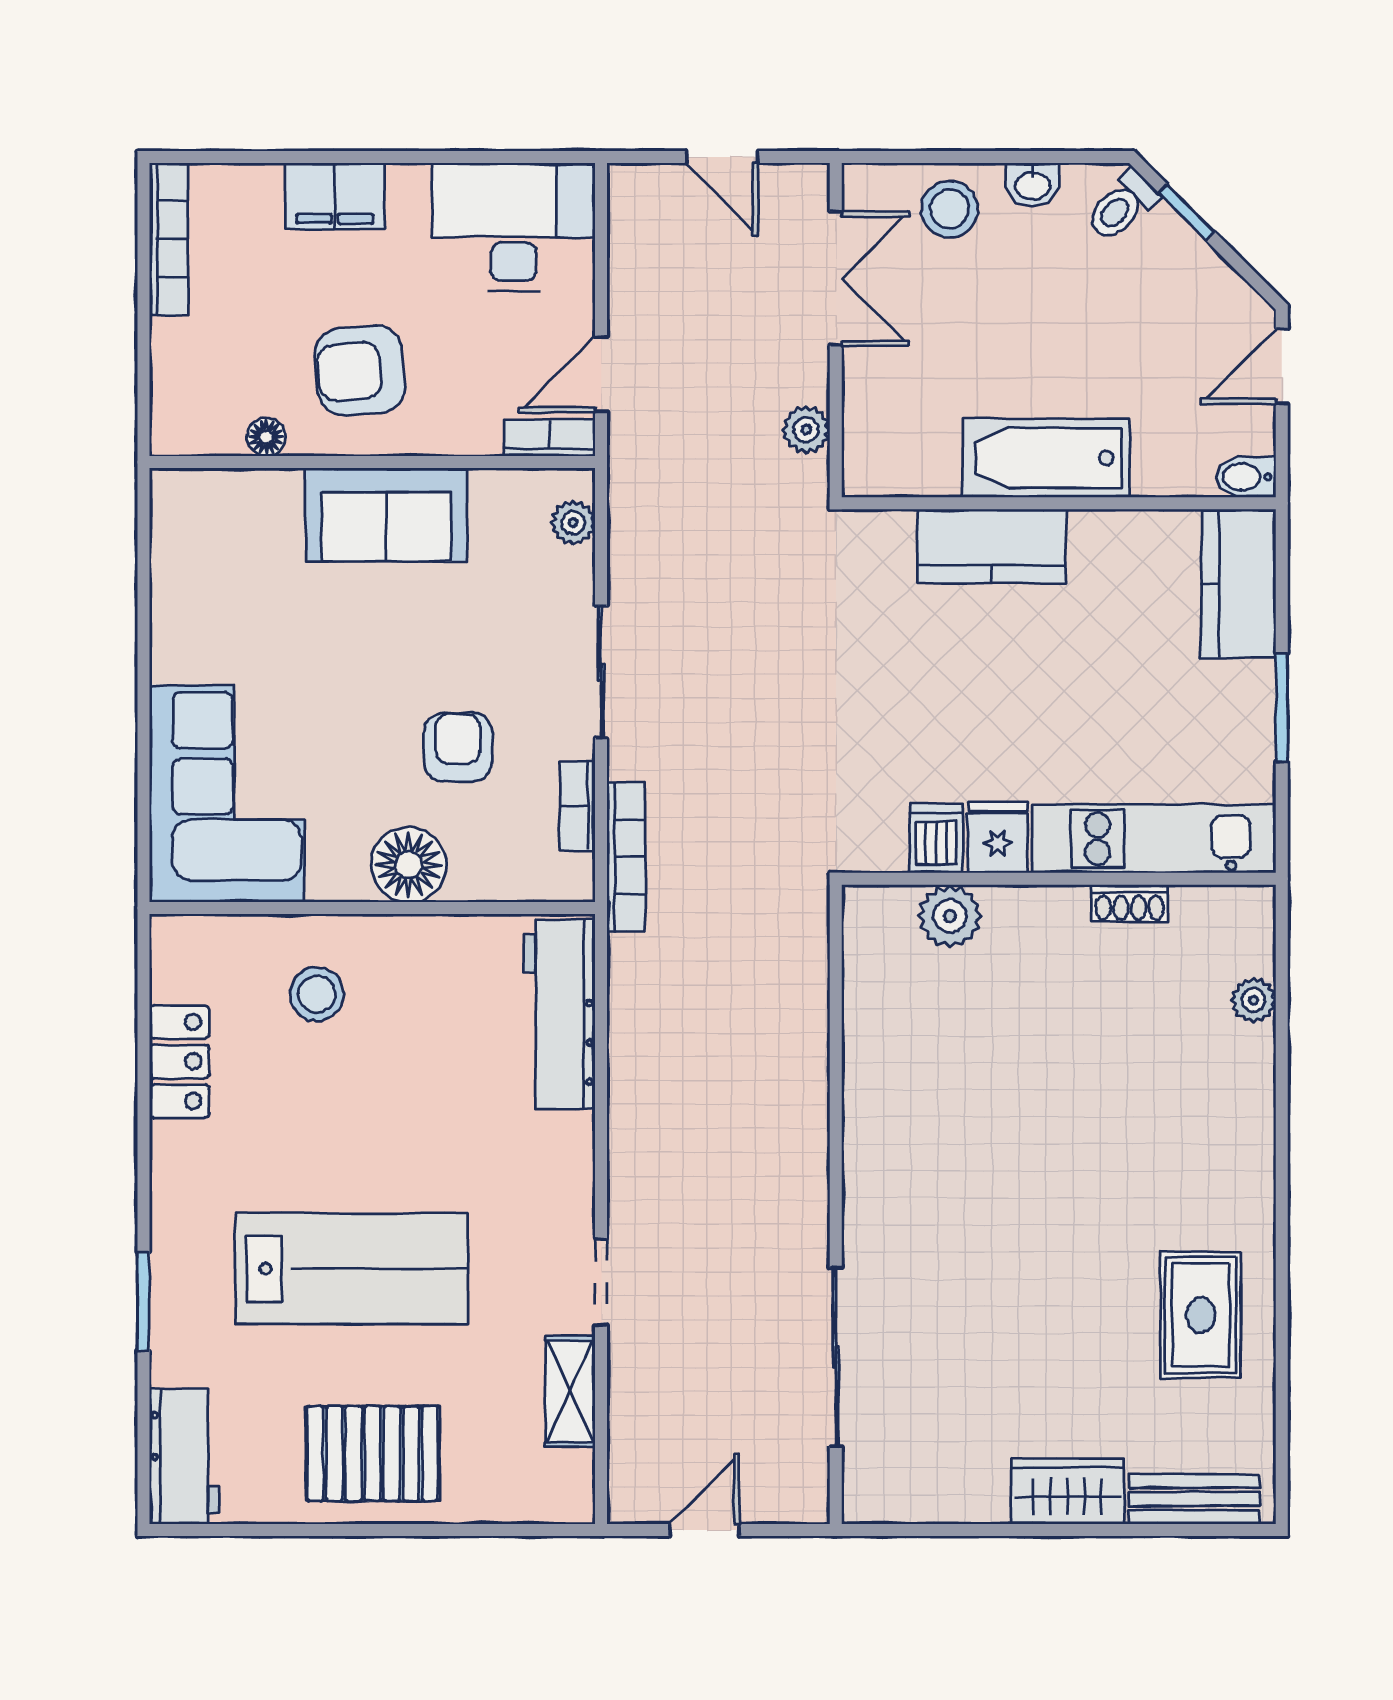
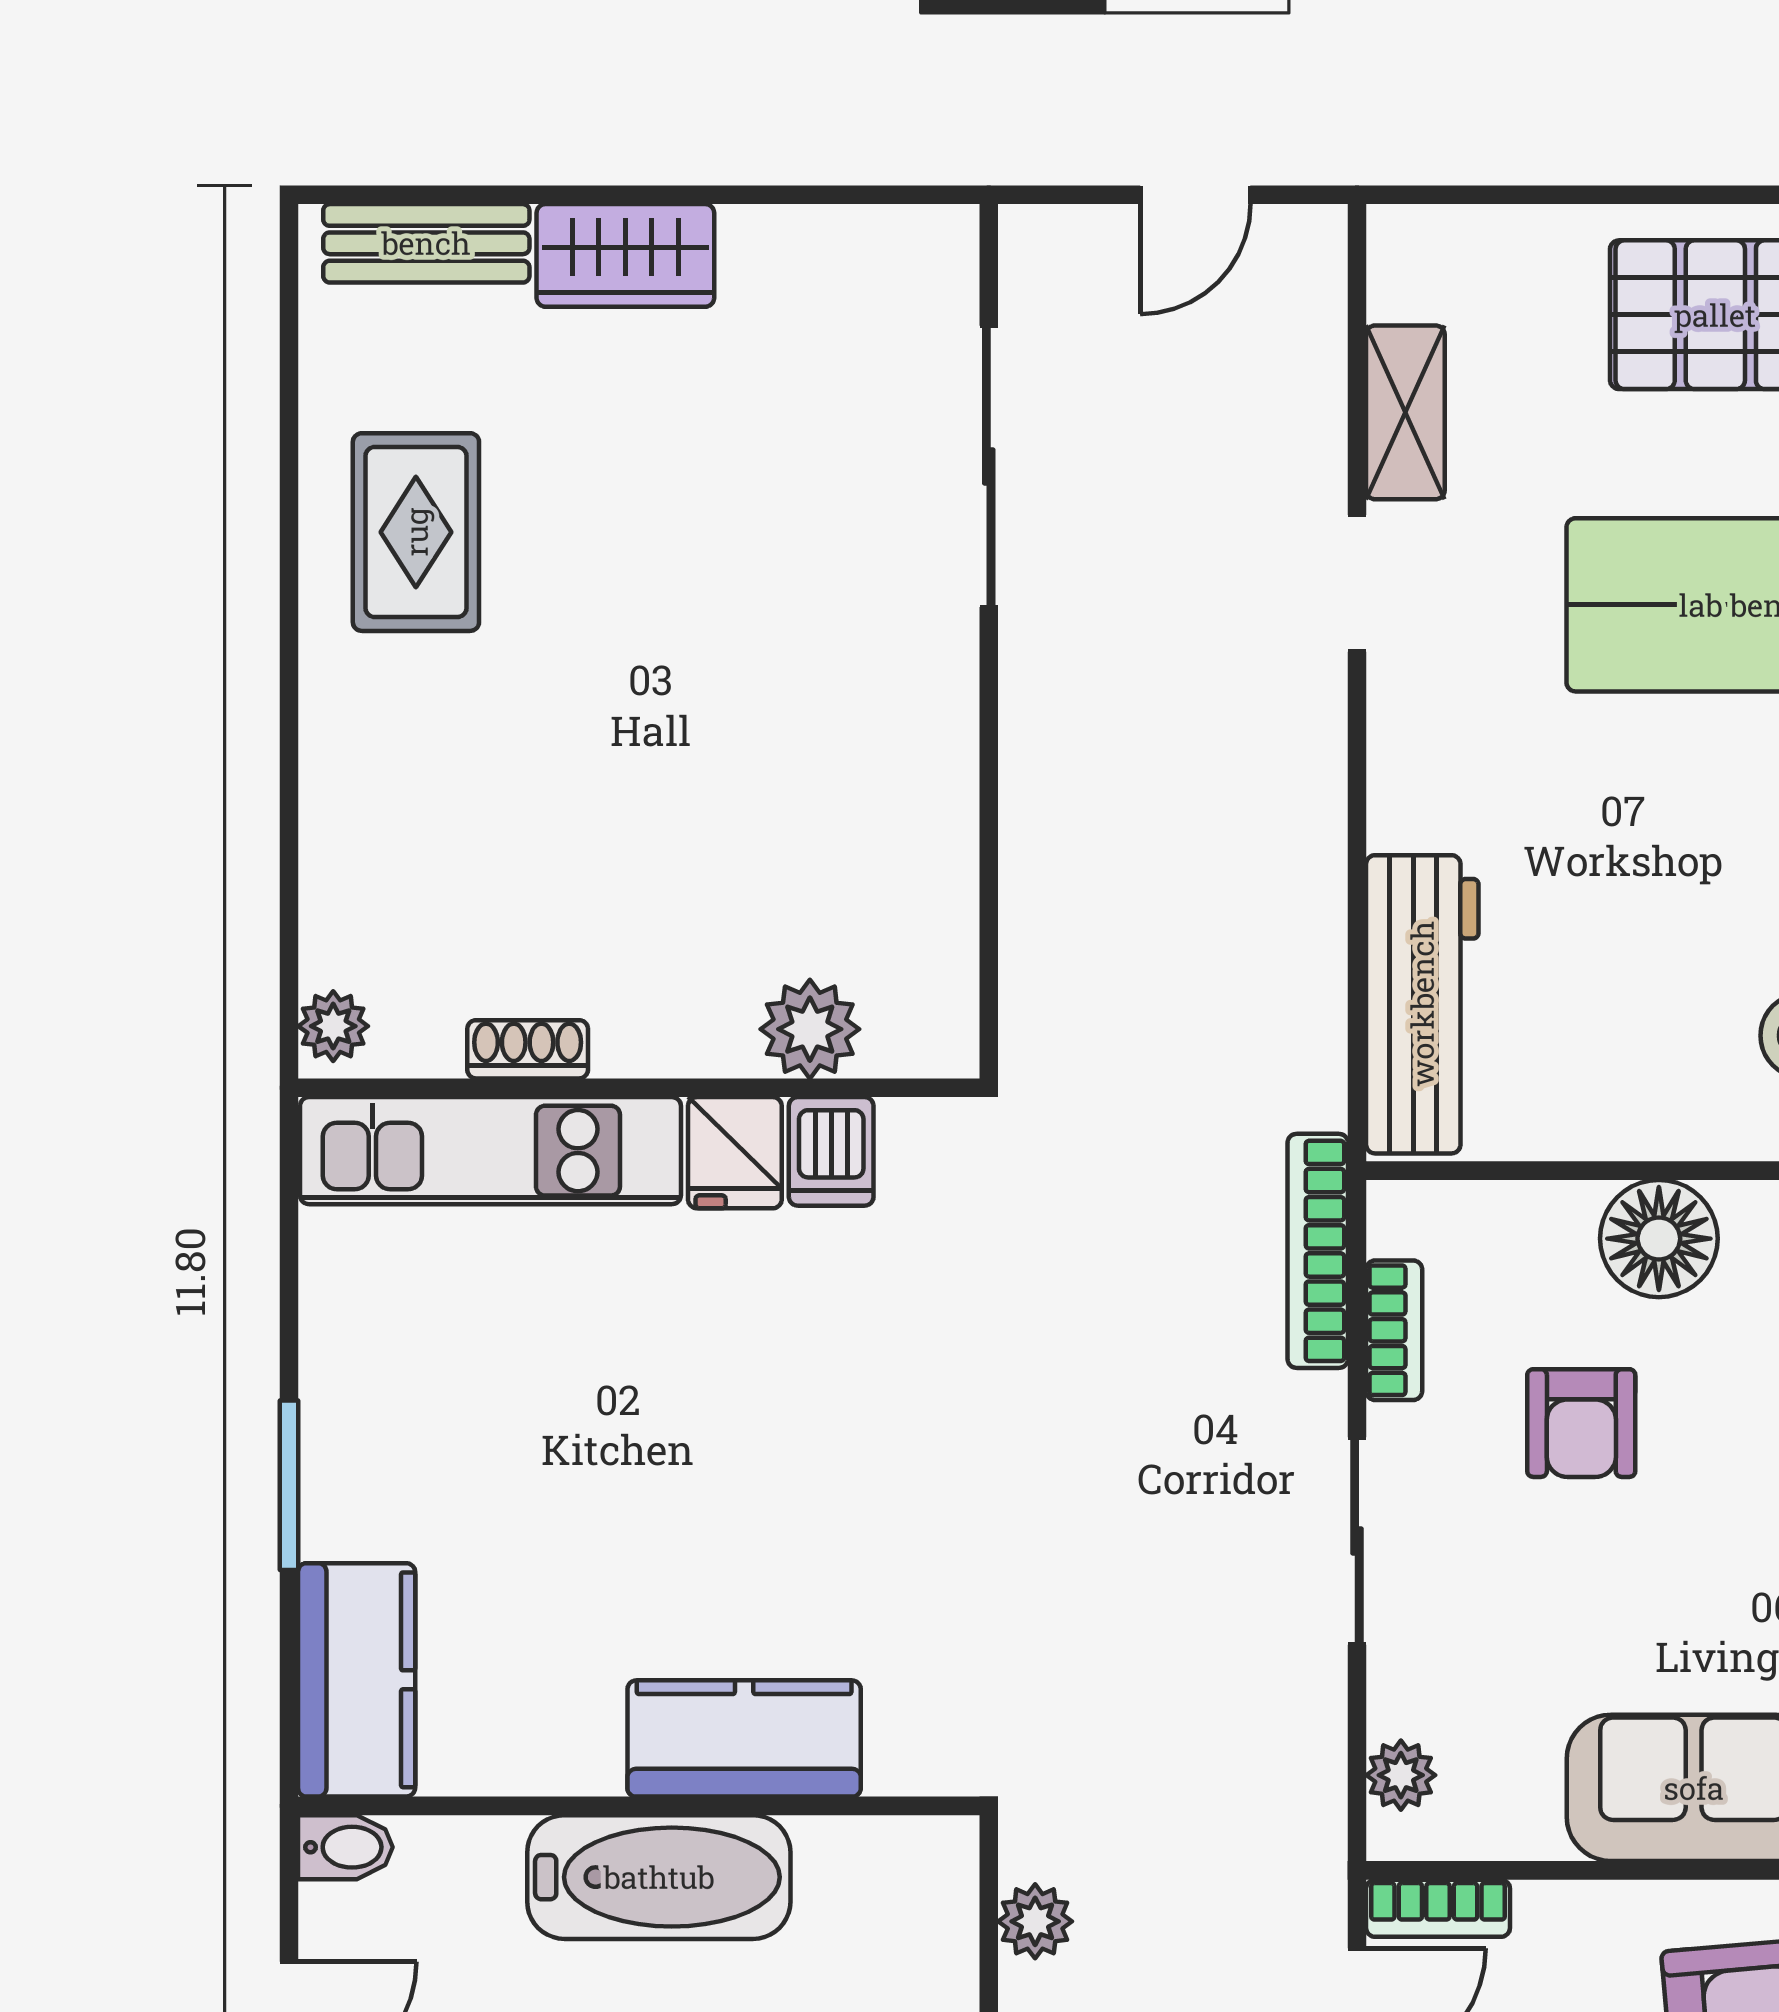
fridge: (998, 837) -> (735, 1153), moved
dishwasher: (936, 838) -> (831, 1151), moved
kitchen unit: (1153, 839) -> (490, 1151), moved
wall: (1059, 879) -> (639, 1088), moved
shoe rack: (1130, 903) -> (528, 1049), moved
plant: (950, 916) -> (810, 1029), moved

